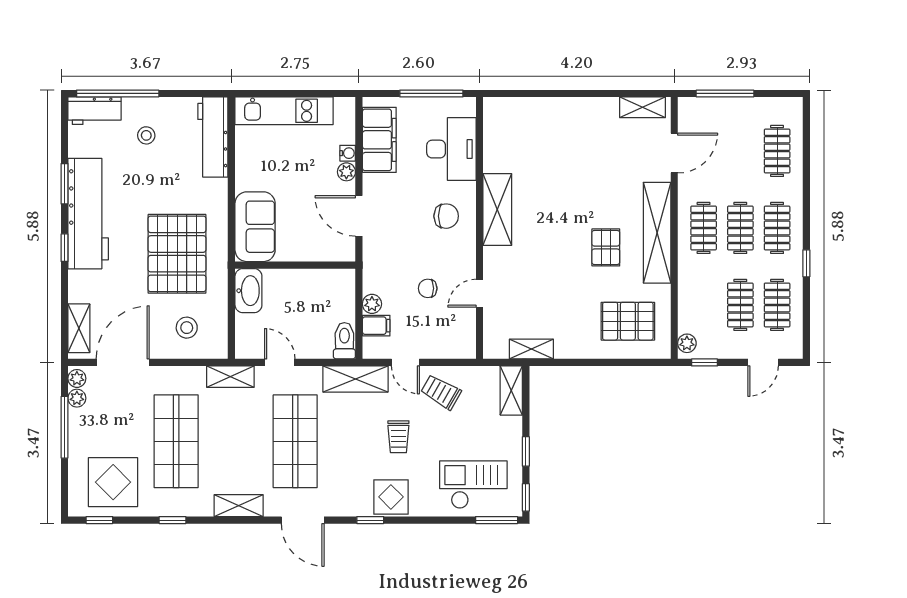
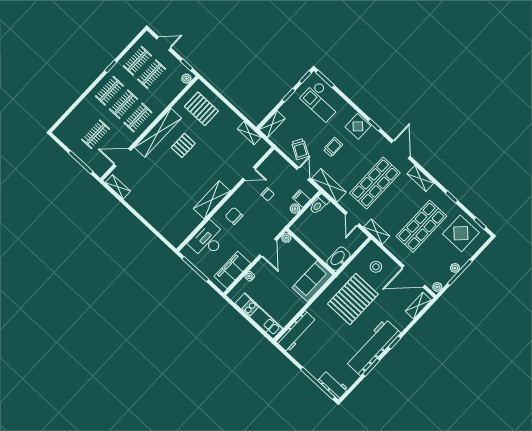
stool: (146, 135) -> (322, 356), removed
clothes rail: (777, 151) -> (96, 134), moved
plant: (346, 172) -> (286, 238), moved
plant: (77, 398) -> (455, 268), moved

